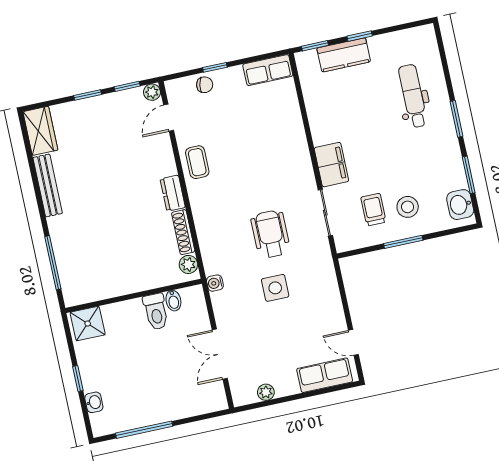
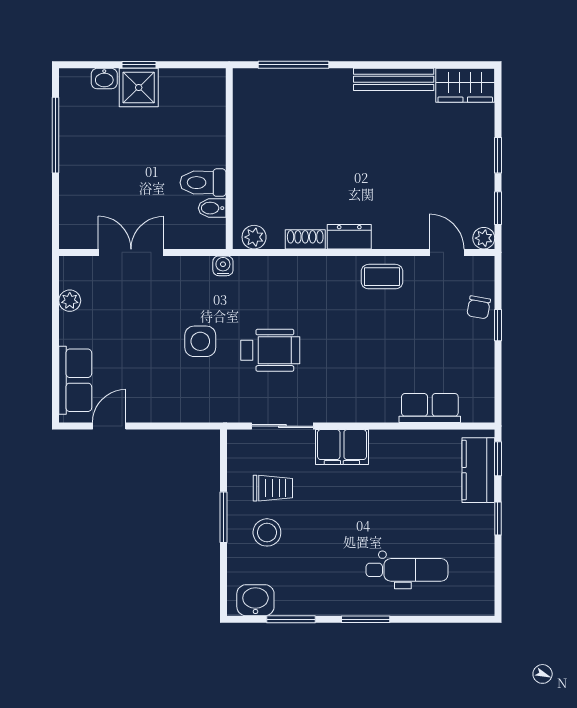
kitchen counter: (344, 55) -> (478, 470), moved
row of seats: (268, 70) -> (430, 408), moved, turned 90
shoe rack: (183, 232) -> (305, 239), width x0.70
shower: (88, 324) -> (139, 88), moved

